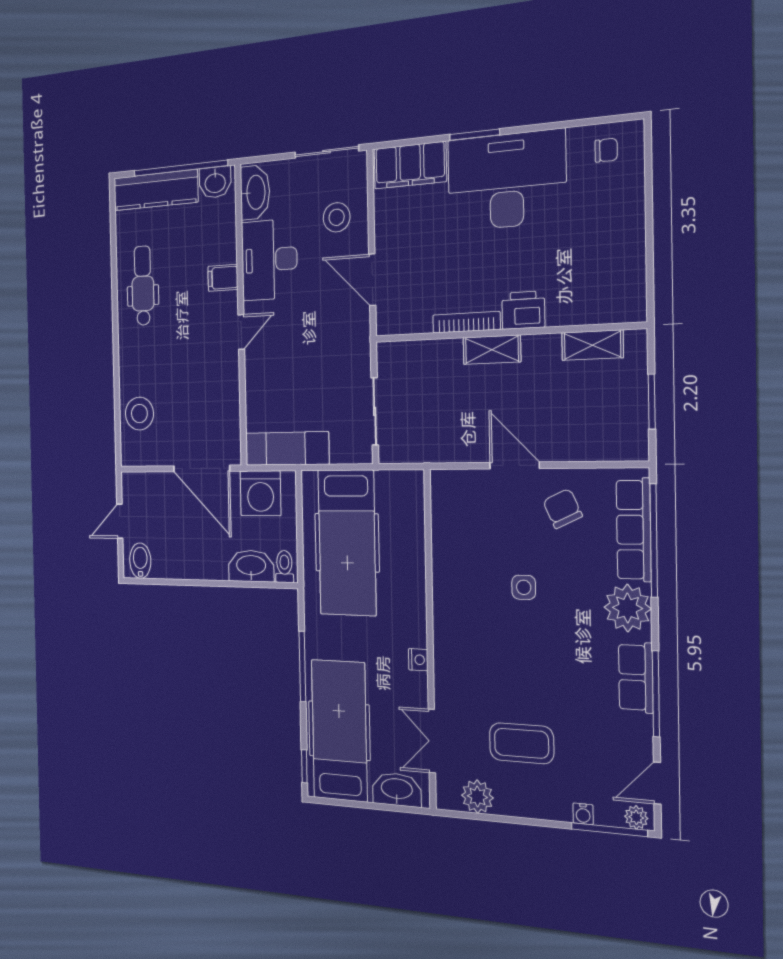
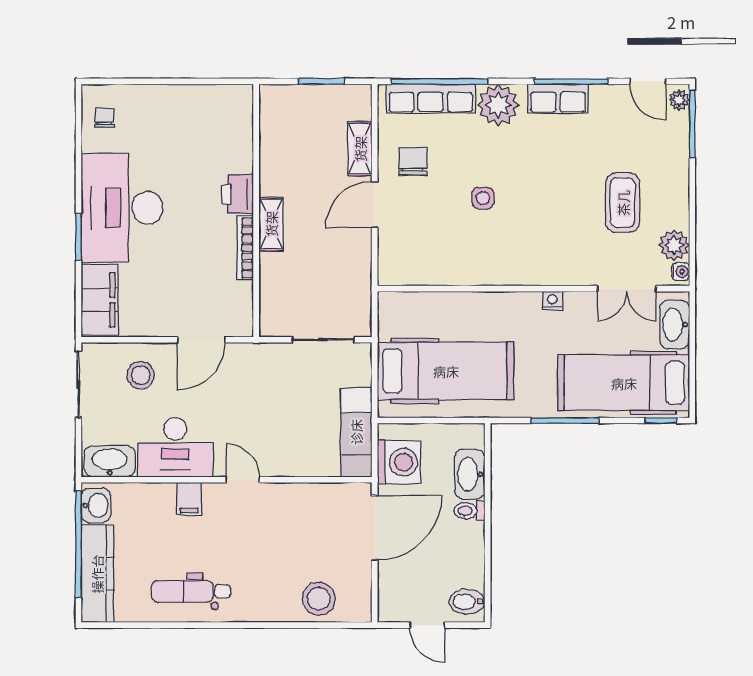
shelving: (592, 345) -> (360, 149), moved
chair: (563, 509) -> (413, 161), turned 115
toilet: (284, 567) -> (469, 511), moved
water cooler: (583, 814) -> (681, 272), moved

